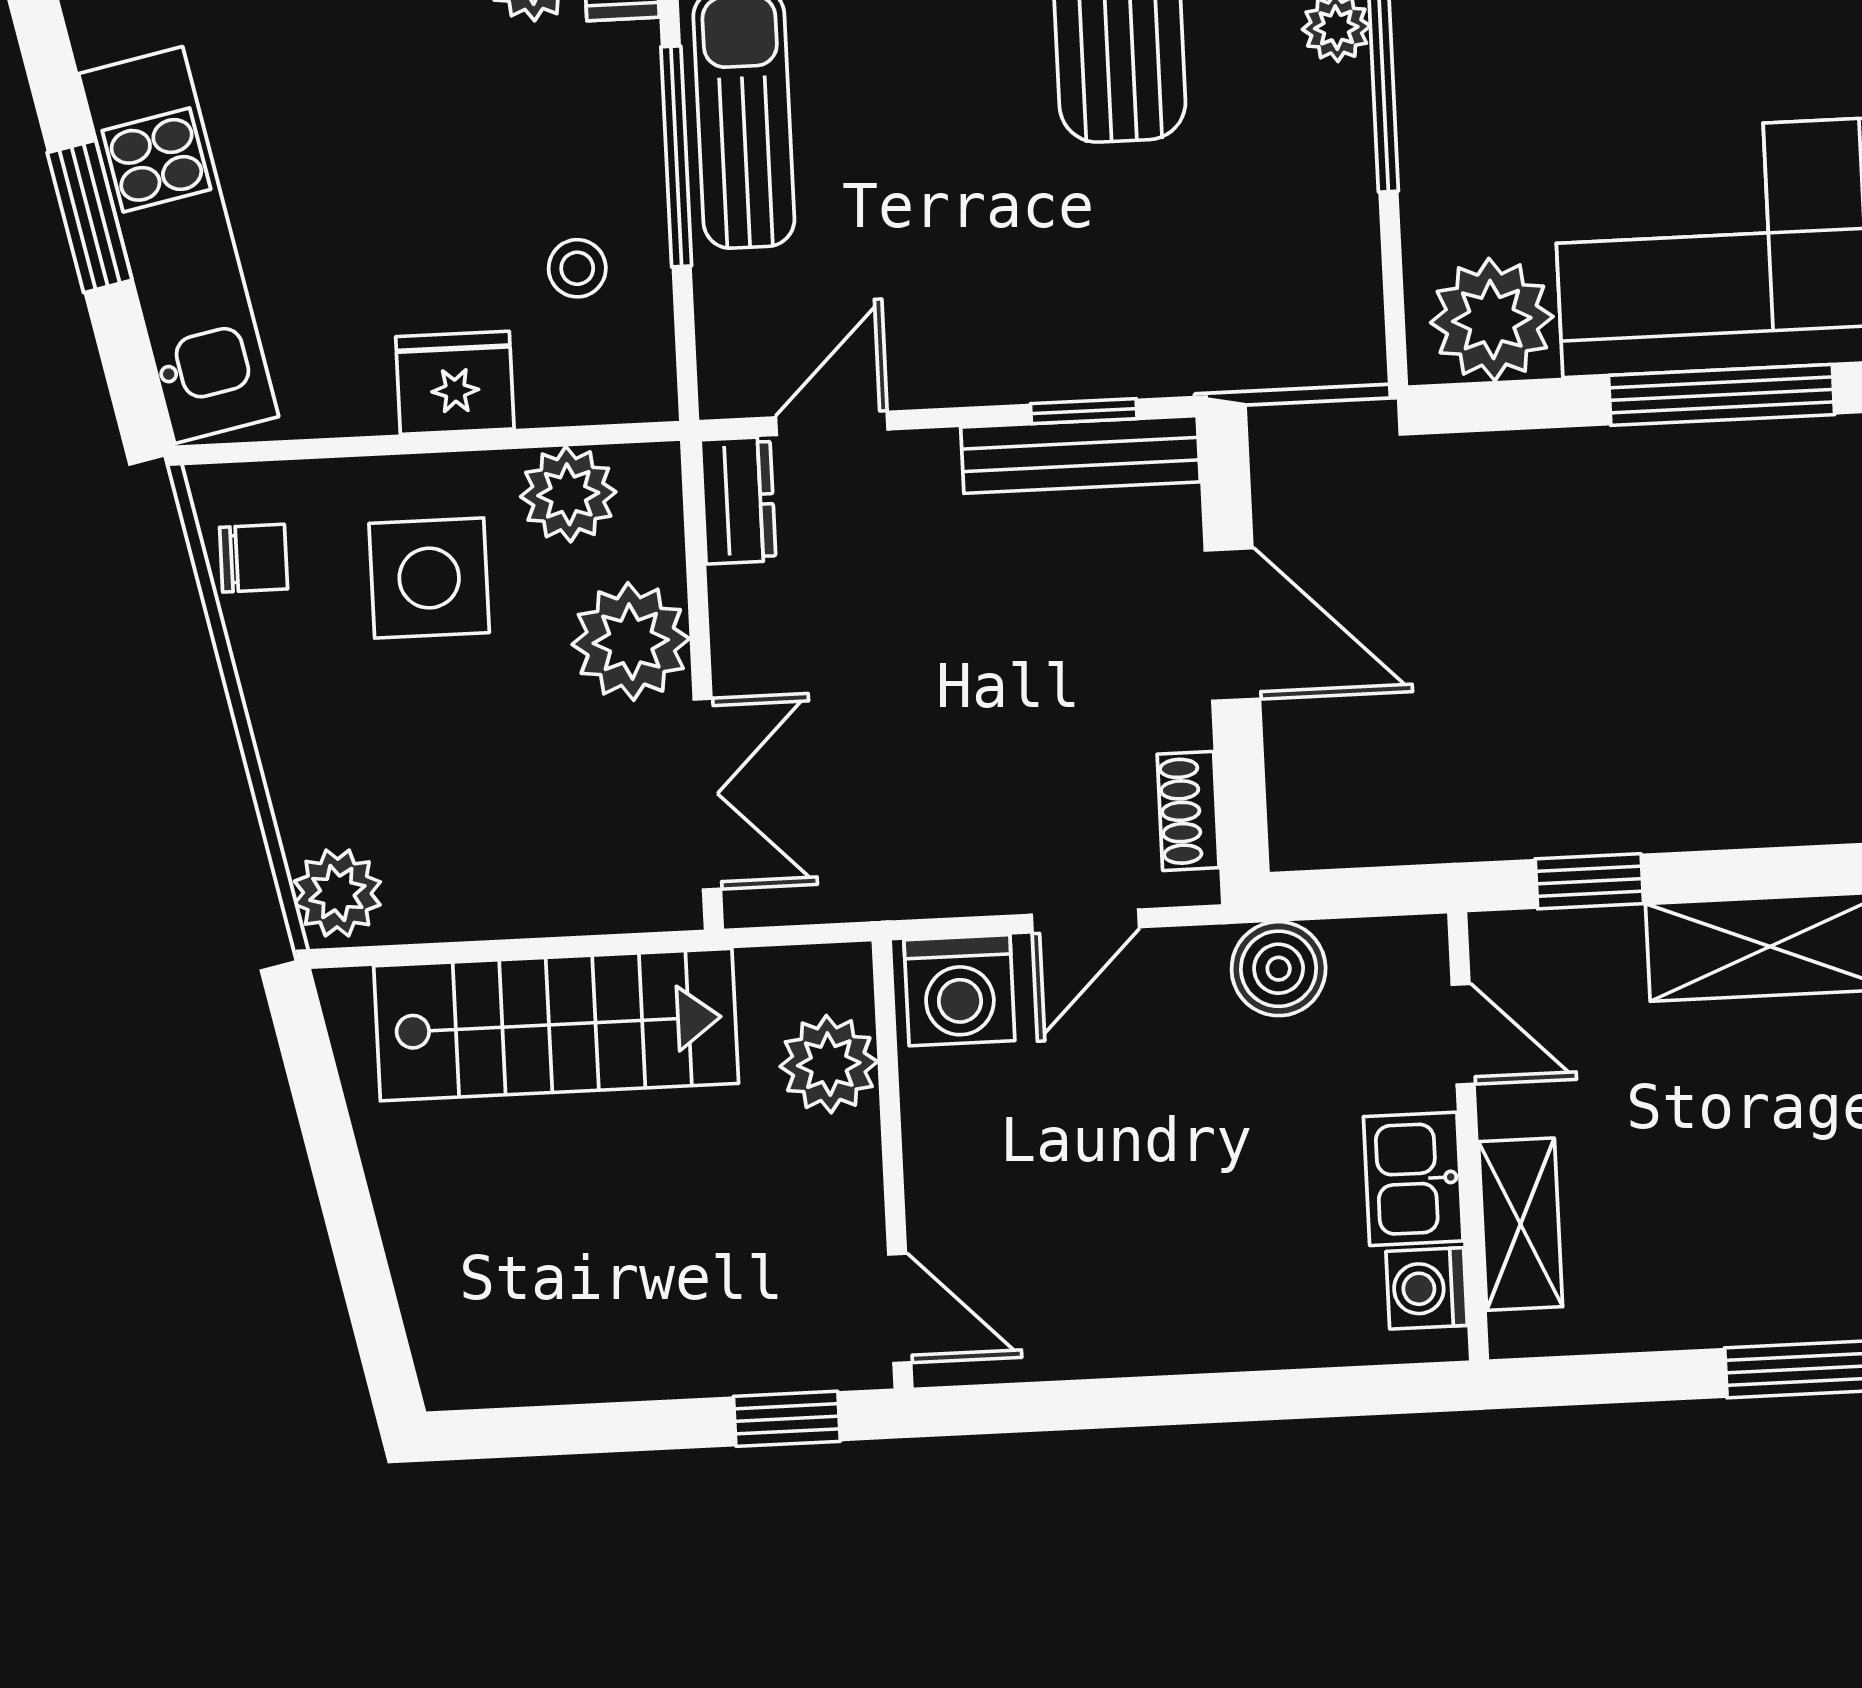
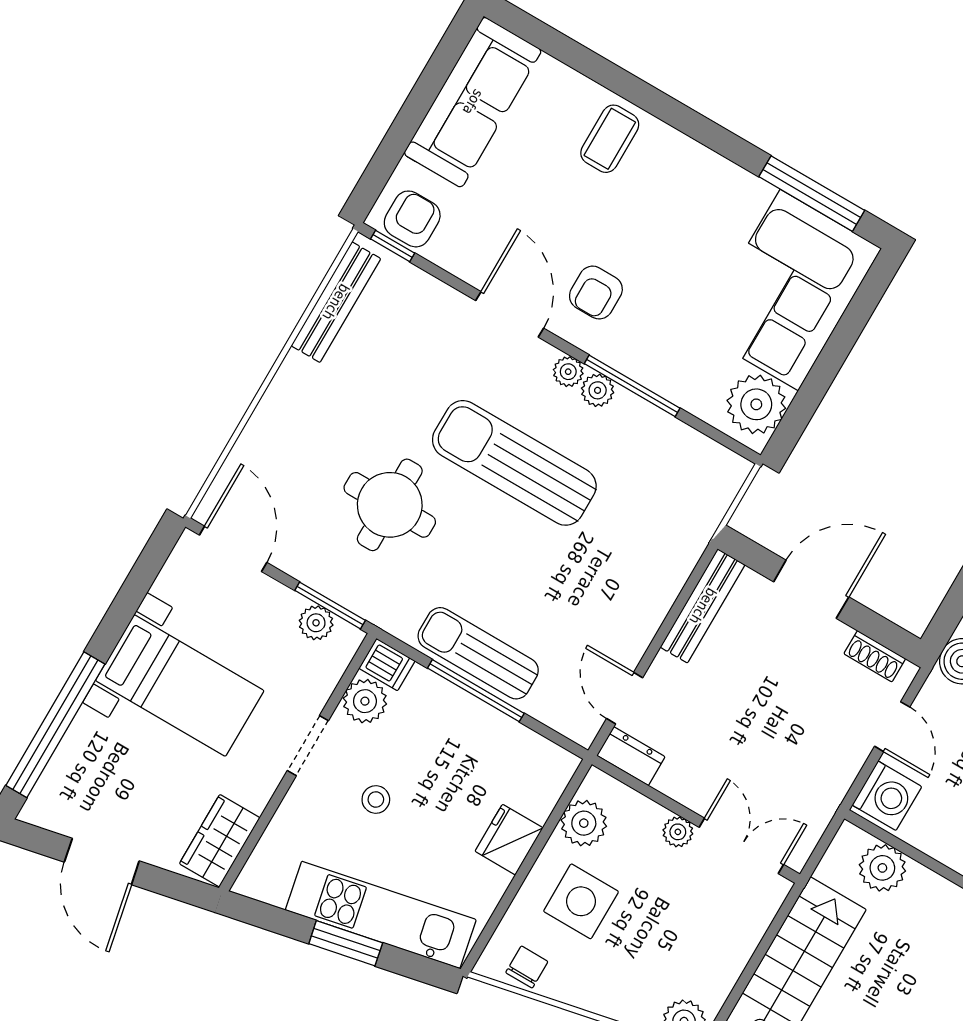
stool: (577, 268) -> (376, 799), moved
window: (1722, 395) -> (847, 331), removed
window: (1084, 411) -> (686, 593), removed
plant: (631, 642) -> (678, 832), width x0.53, depth x0.53

